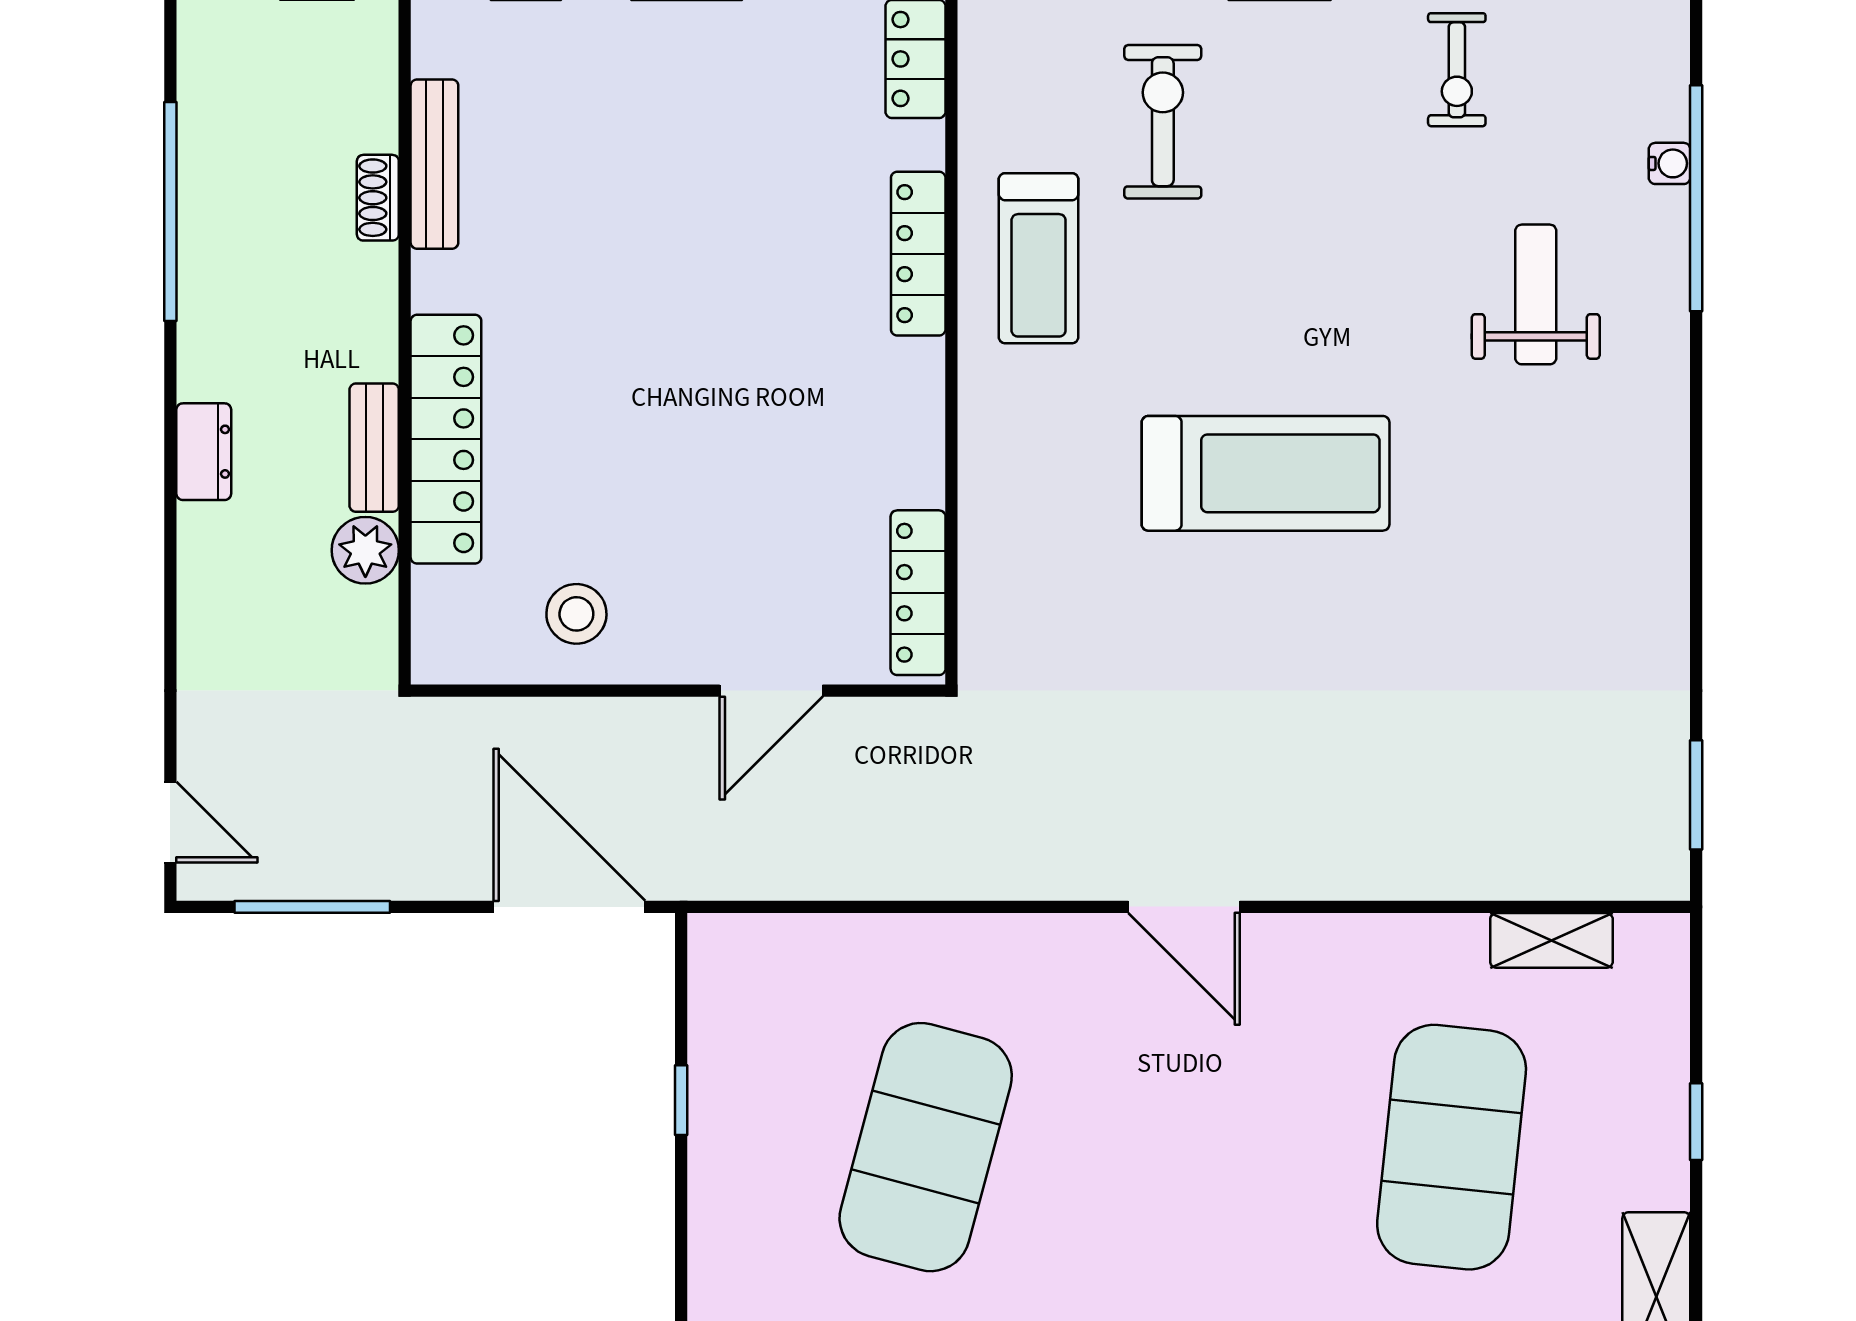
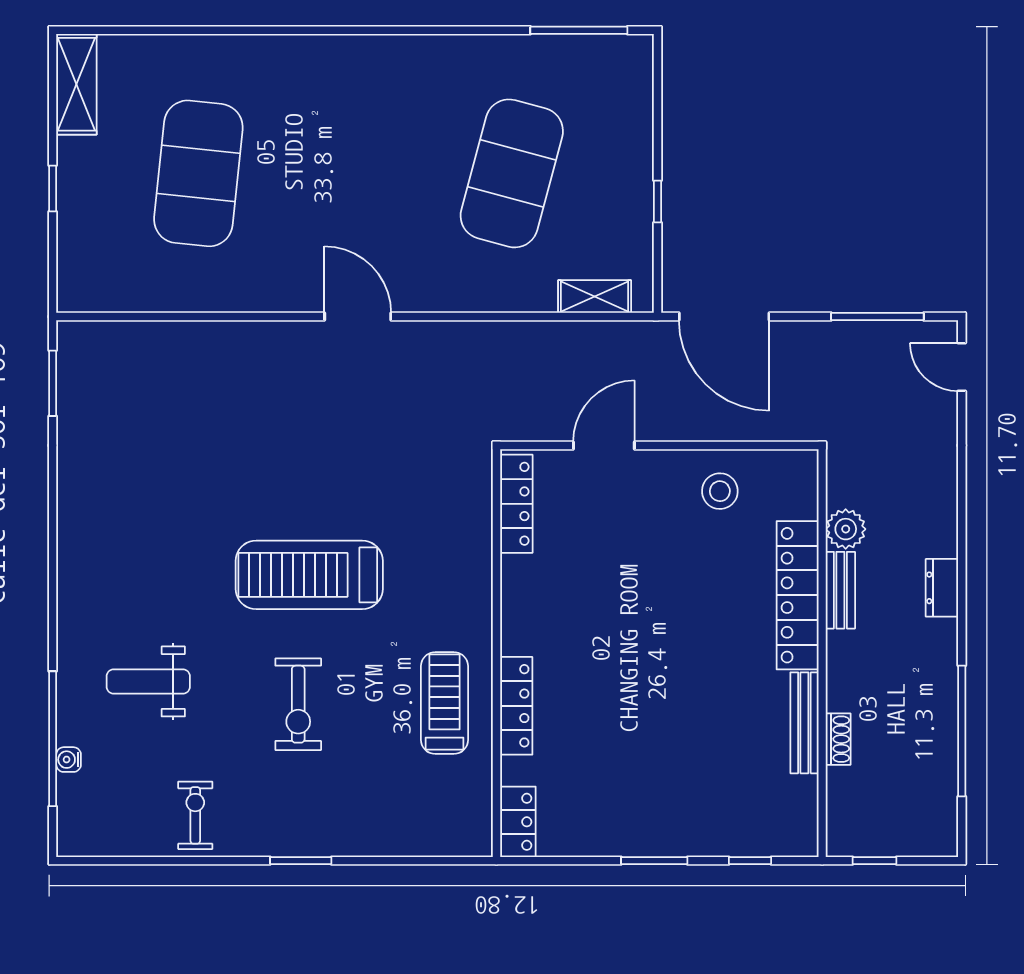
exercise bike: (1163, 122) -> (298, 704), moved
bench: (434, 164) -> (804, 723), moved
weight bench: (1536, 294) -> (148, 681), turned 90
shelving: (1551, 940) -> (595, 297), moved

